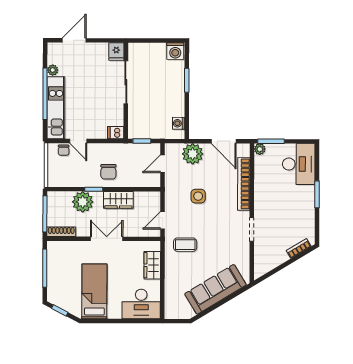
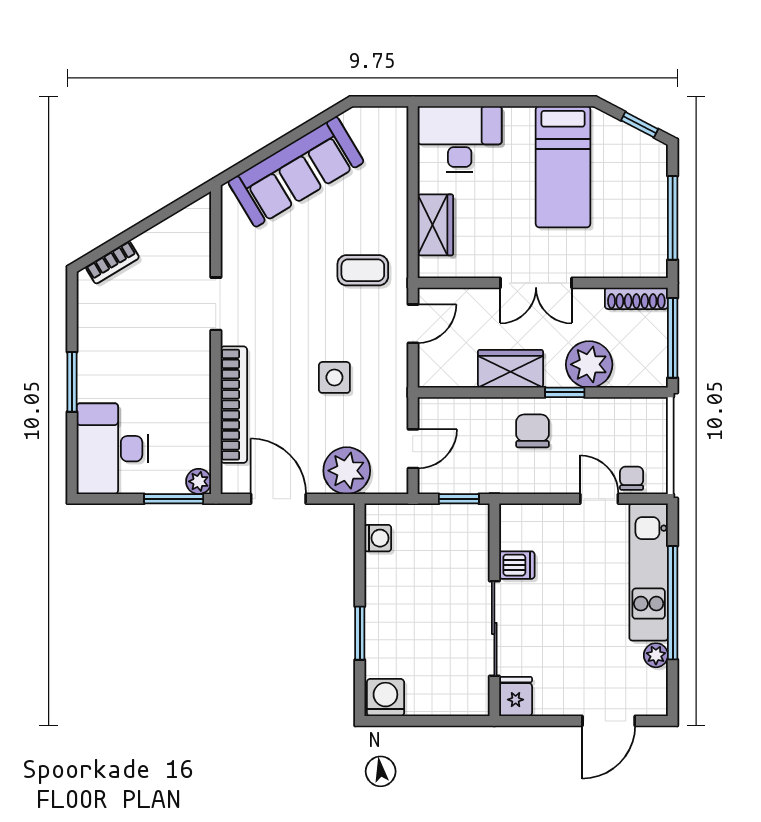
dishwasher: (116, 133) -> (517, 565), moved

